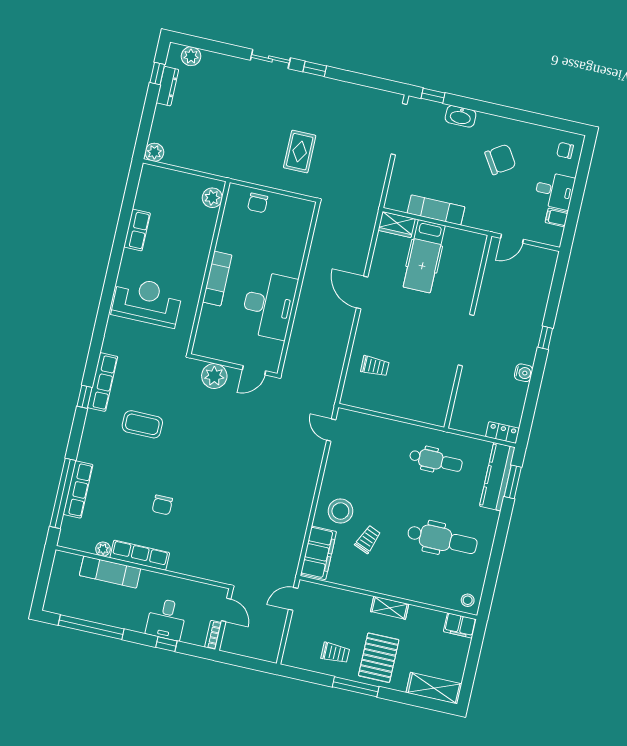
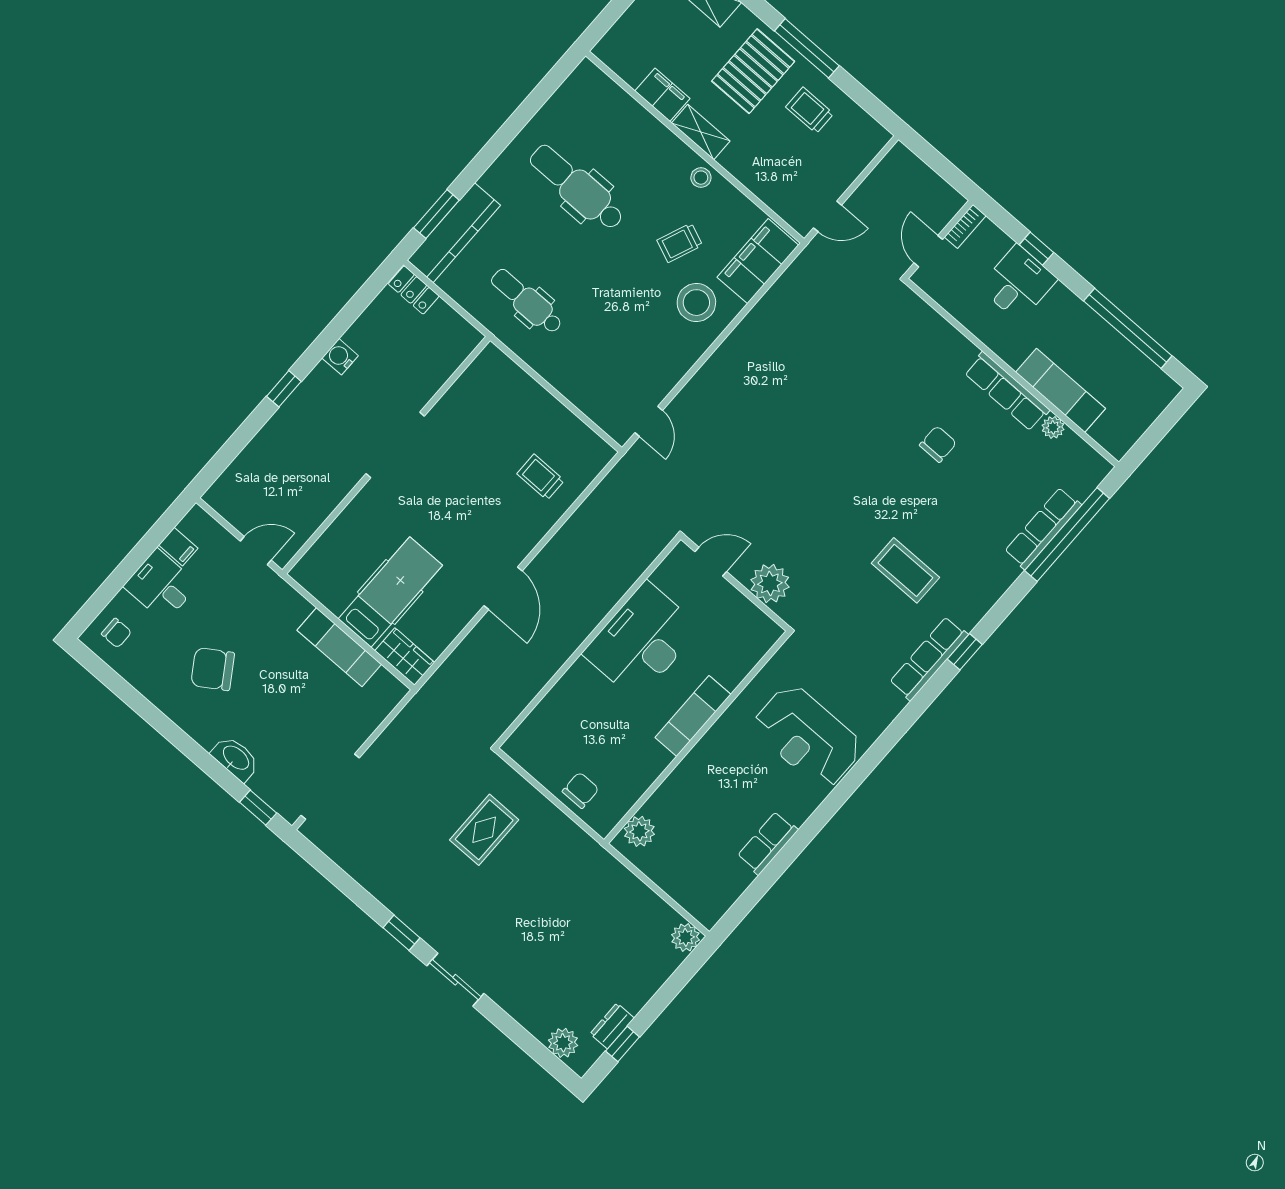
dresser: (167, 86) -> (612, 1026), width x0.70
stool: (468, 600) -> (701, 178), moved
filing cabinet: (460, 625) -> (662, 95), moved

